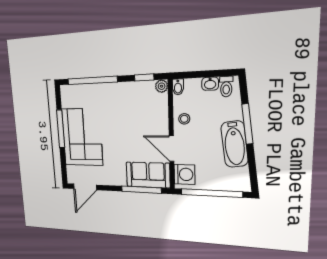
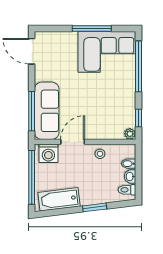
bidet: (178, 87) -> (128, 164), moved
window: (247, 124) -> (95, 207), width x0.69
corner sofa: (82, 137) -> (107, 52), moved
bathtub: (234, 144) -> (59, 199), moved
sofa: (148, 175) -> (47, 111), width x1.36

